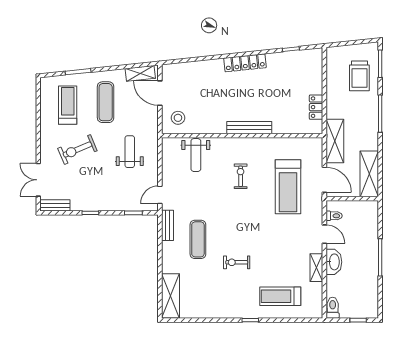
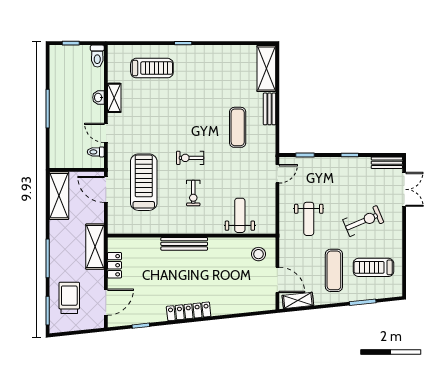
door: (324, 72) -> (106, 302), added
treadmill: (68, 105) -> (373, 267), turned 90
shelving: (335, 141) -> (95, 247), moved
bench: (167, 225) -> (269, 109), moved
exercise bike: (237, 262) -> (190, 158), moved, turned 180
washbasin: (334, 262) -> (98, 97), width x0.52, depth x0.69

